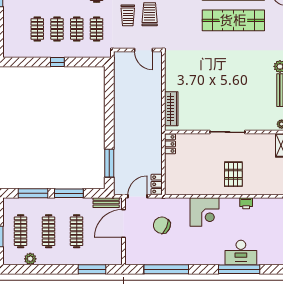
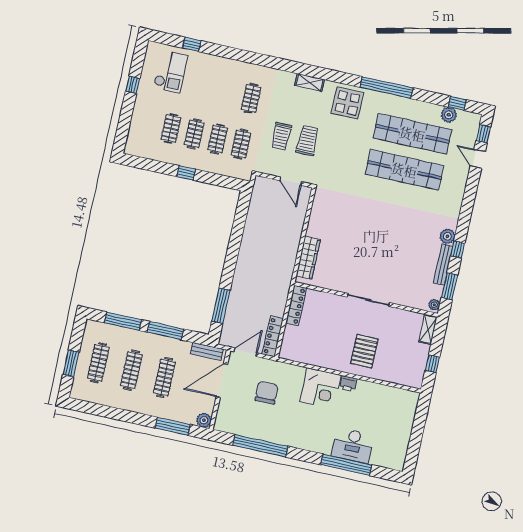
locker: (170, 144) -> (296, 305), width x1.53
locker: (157, 184) -> (273, 336), width x1.53
printer: (246, 203) -> (348, 384), moved
chair: (162, 225) -> (267, 393), turned 66
plant: (30, 259) -> (204, 420), moved

